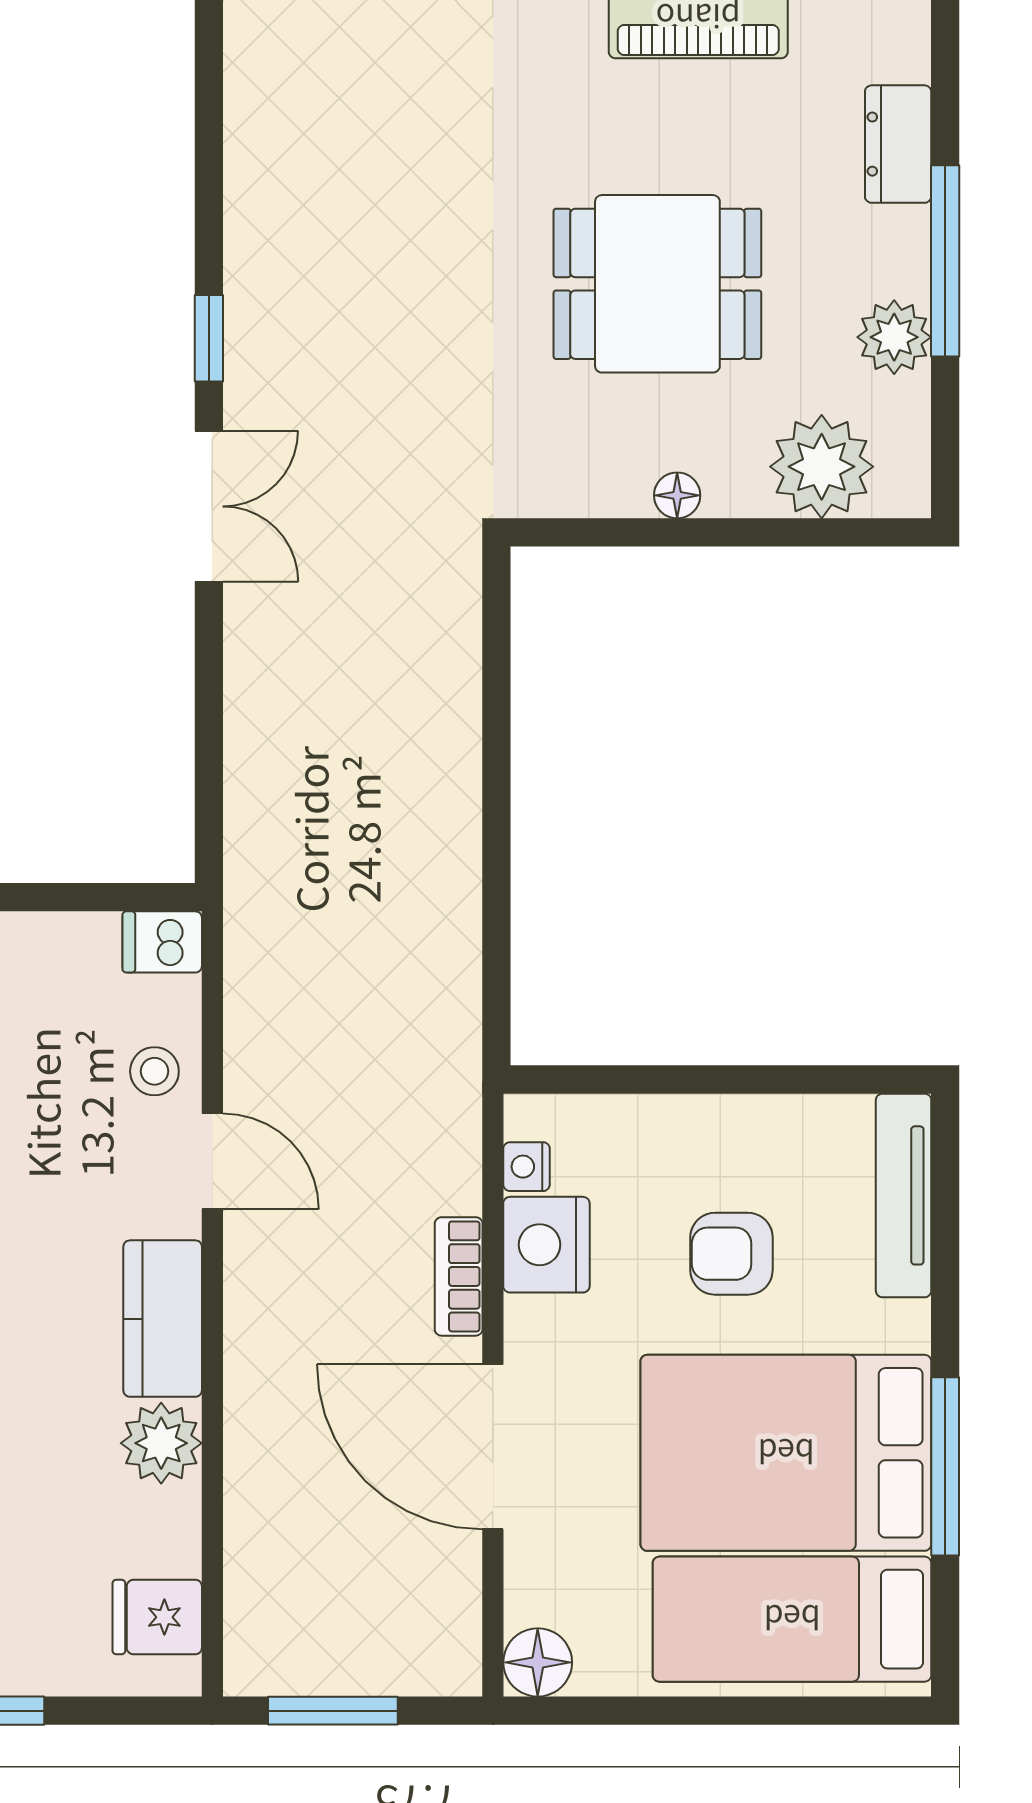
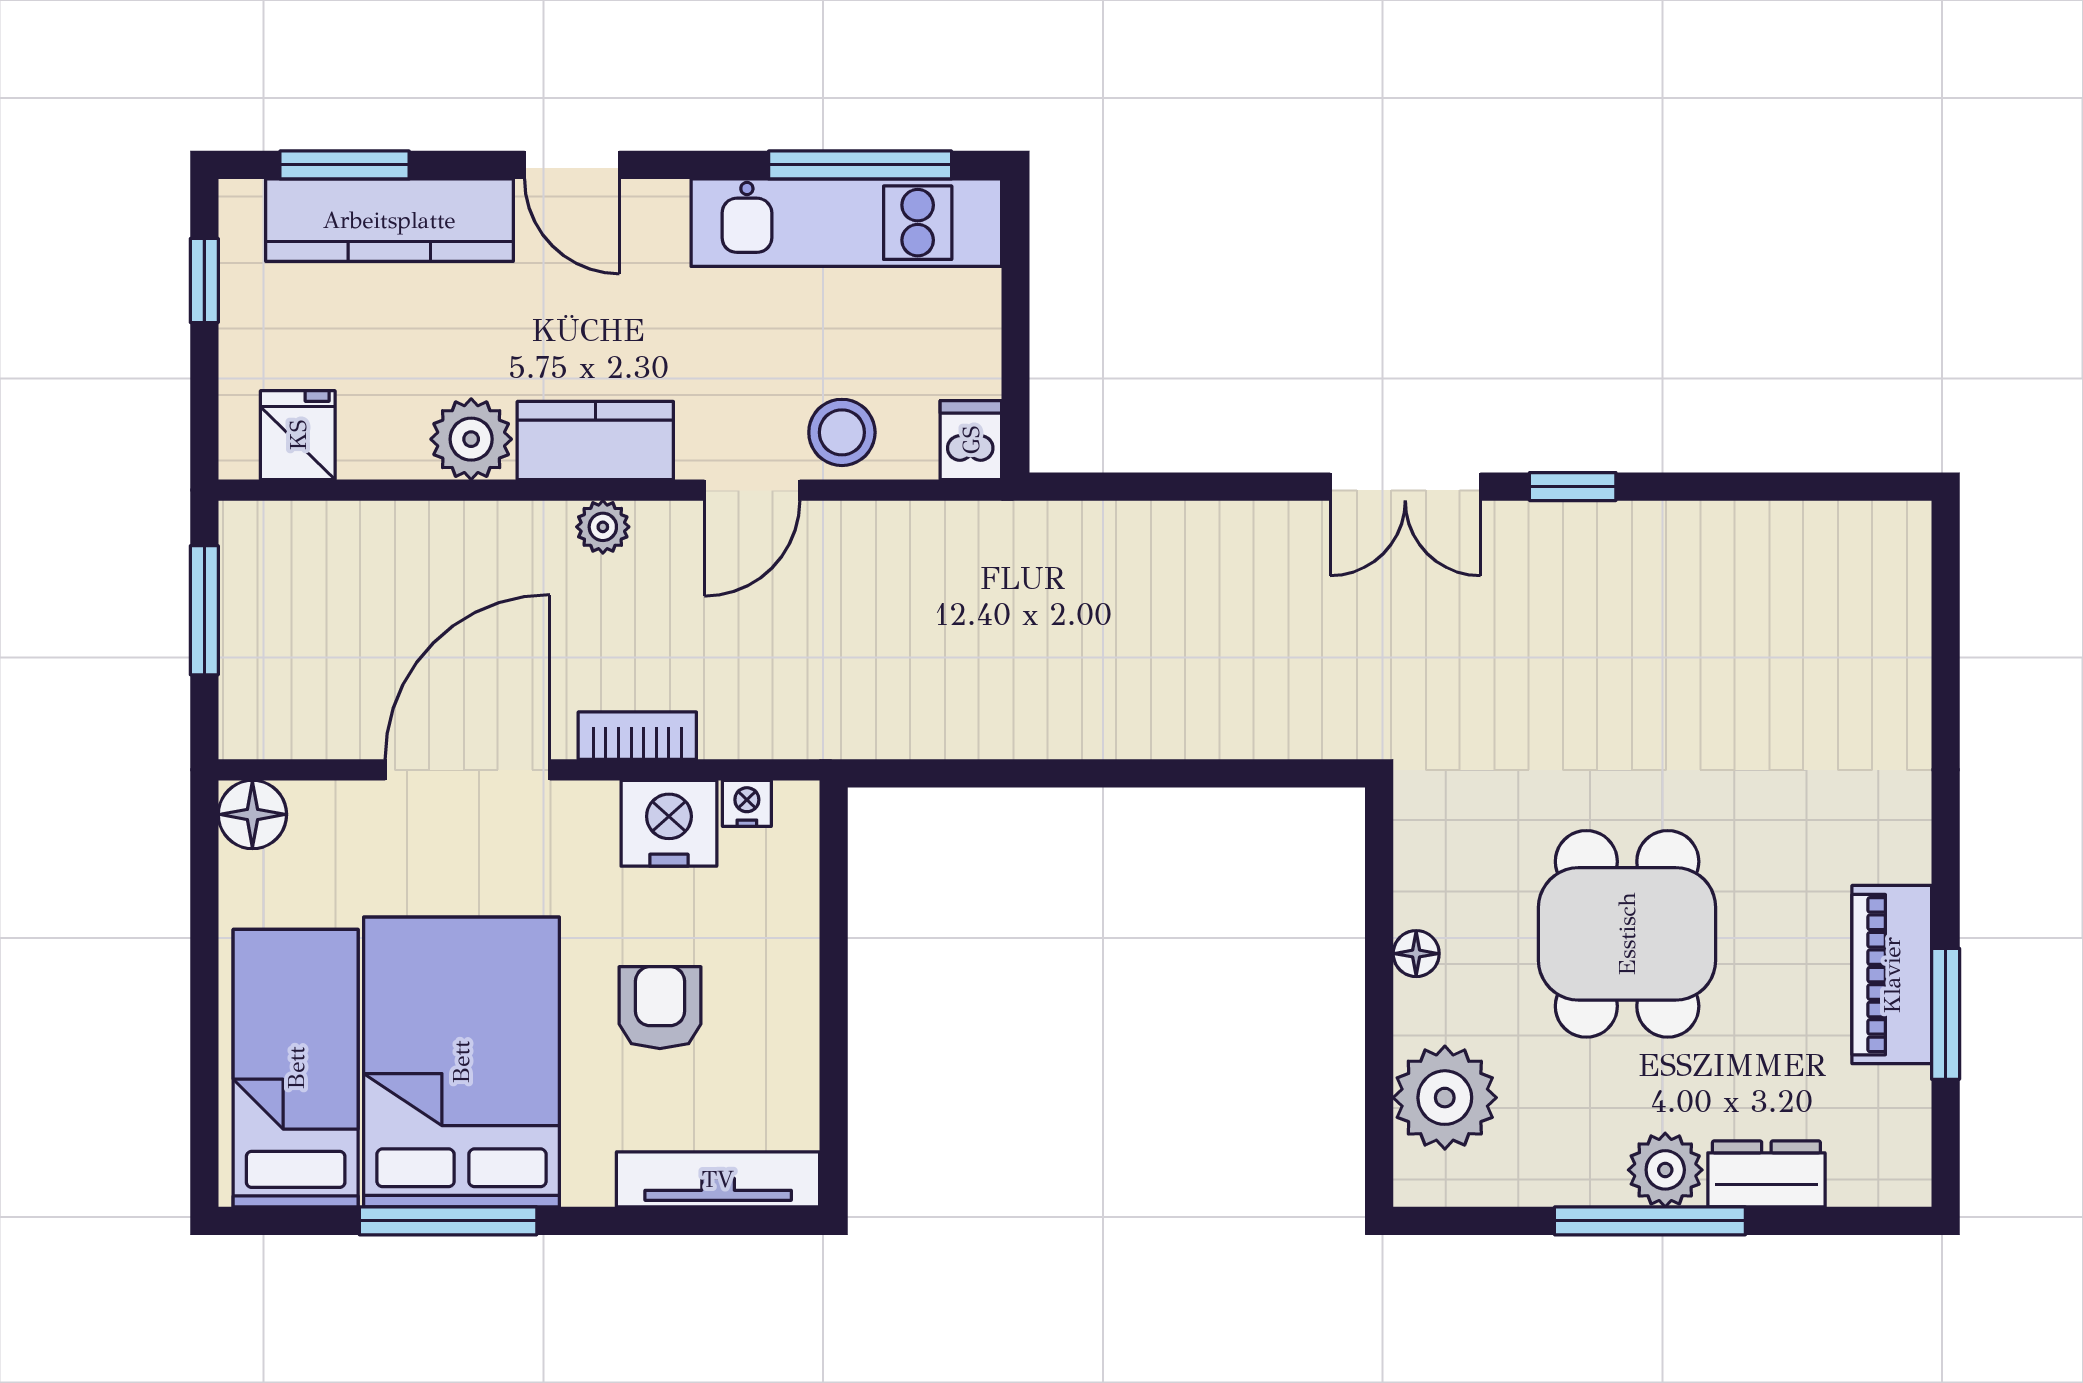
plant: (894, 337) -> (1665, 1170), moved
stool: (154, 1071) -> (842, 432), width x1.37, depth x1.37
plant: (249, 1311) -> (603, 527), added

